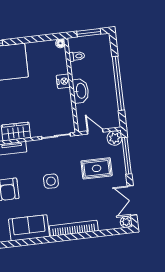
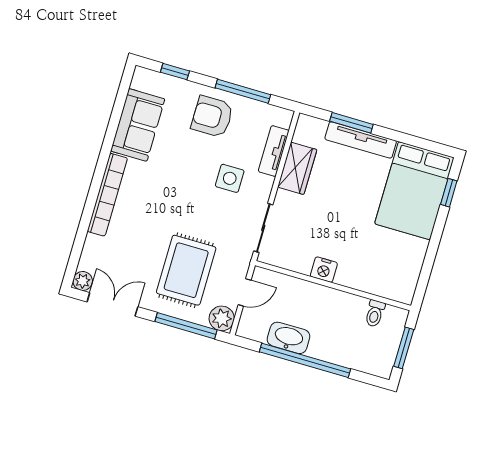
floor lamp: (60, 43) -> (406, 296), removed
nightstand: (63, 81) -> (324, 270), moved
washbasin: (81, 91) -> (288, 338), moved, turned 180
rug: (97, 168) -> (186, 270), width x1.36, depth x1.43
side table: (51, 181) -> (230, 178), moved

